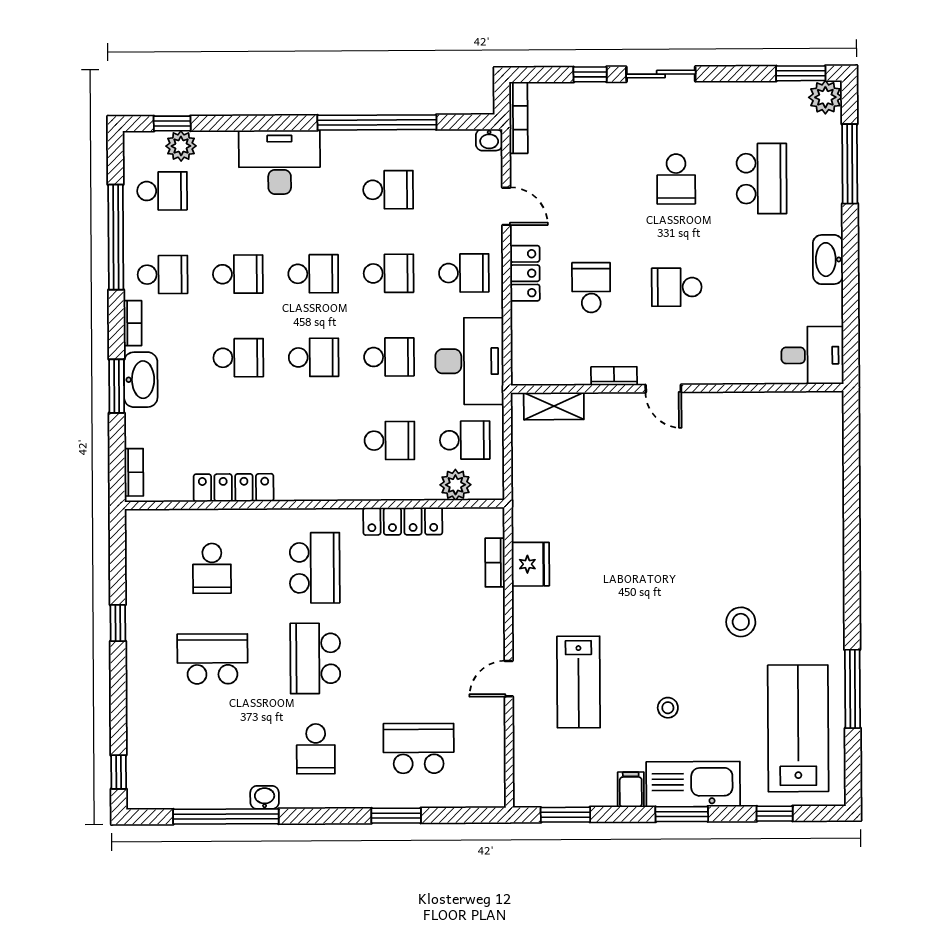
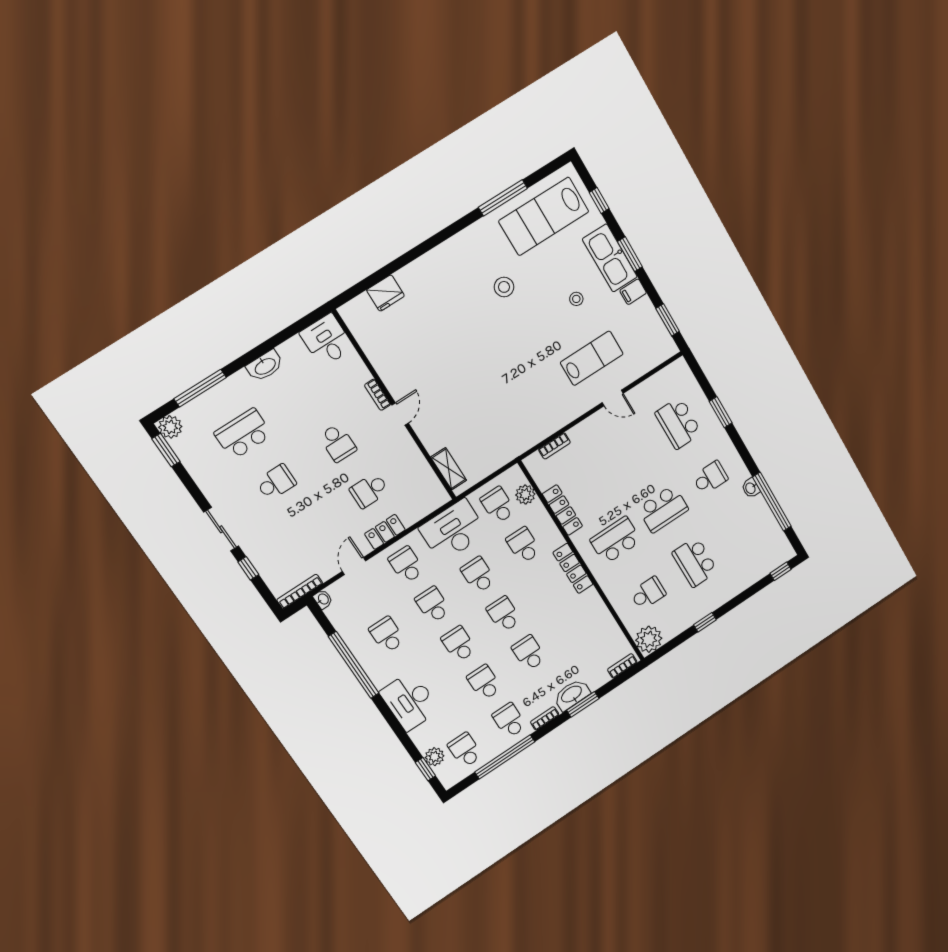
bookcase: (614, 376) -> (378, 395), moved
locker: (234, 488) -> (573, 568), moved
plant: (147, 531) -> (649, 639), added
fridge: (530, 564) -> (385, 293), moved, turned 180

